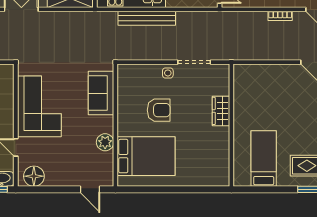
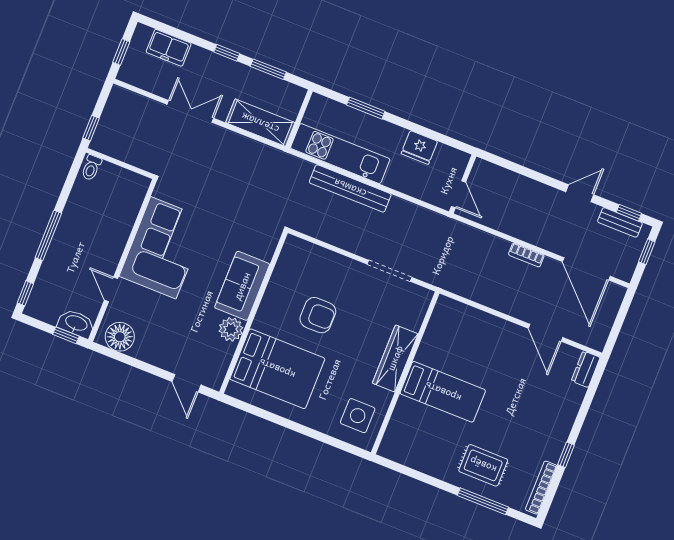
side table: (168, 73) -> (358, 416), moved, width x1.87, depth x1.87
sofa: (101, 93) -> (242, 286), moved
wardrobe: (221, 111) -> (395, 358), width x1.50
bed: (264, 159) -> (443, 392), moved, turned 90

